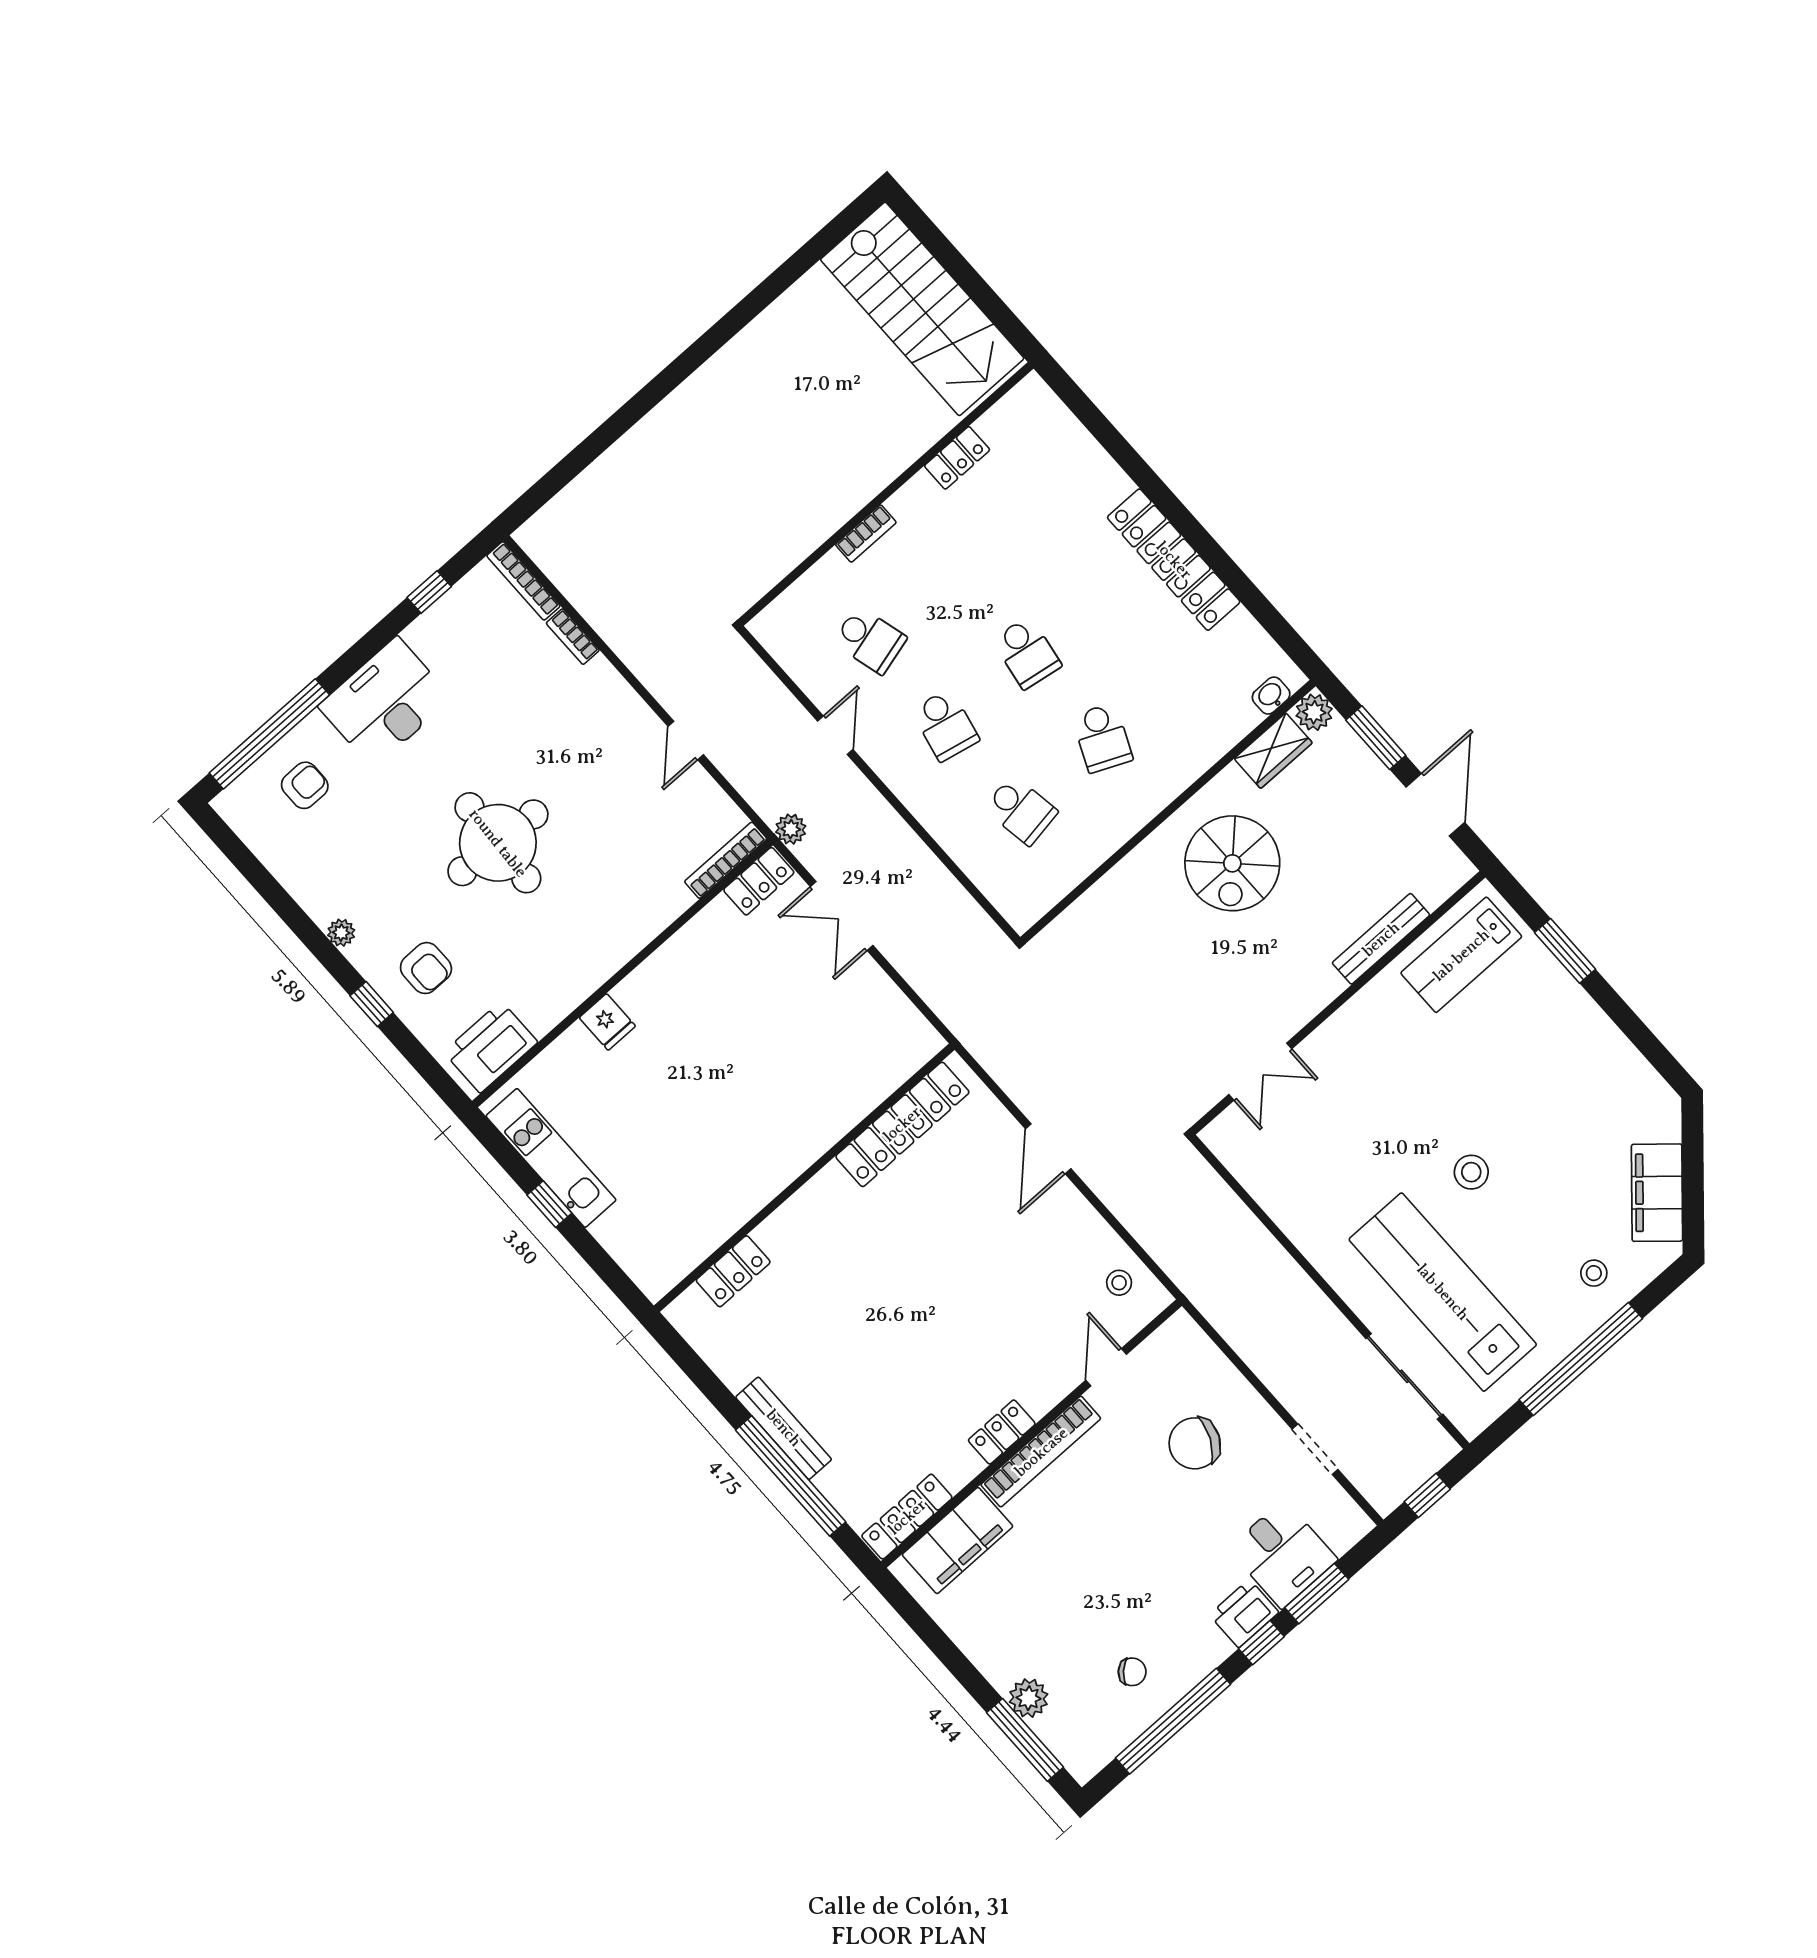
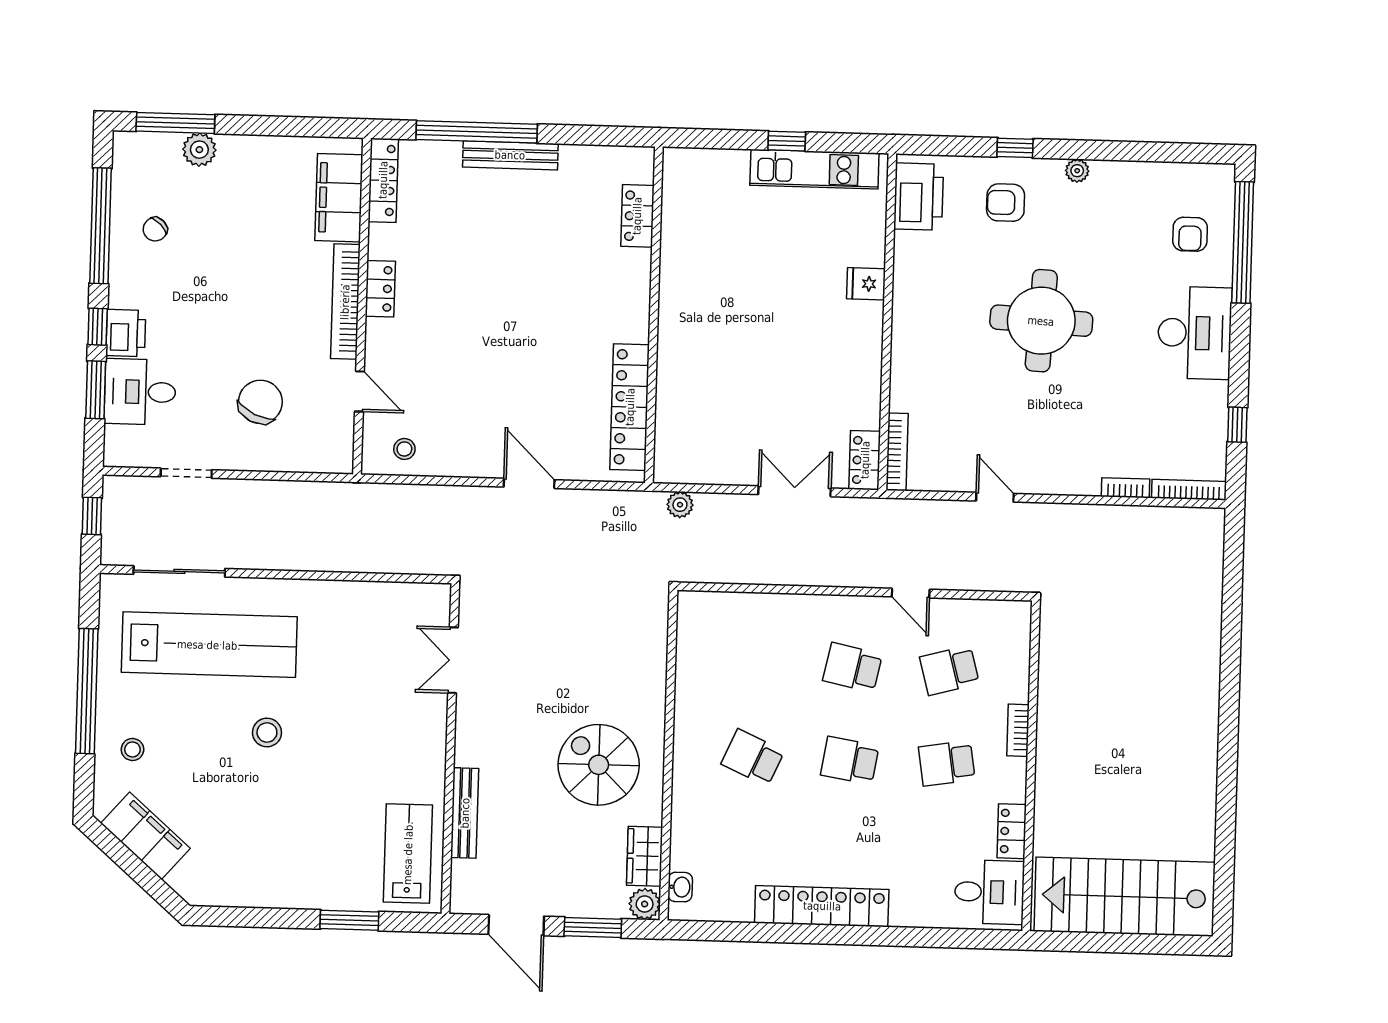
desk: (1027, 428) -> (989, 892), added
school desk: (1021, 810) -> (947, 763), moved
plant: (791, 829) -> (680, 505), moved

